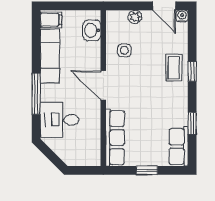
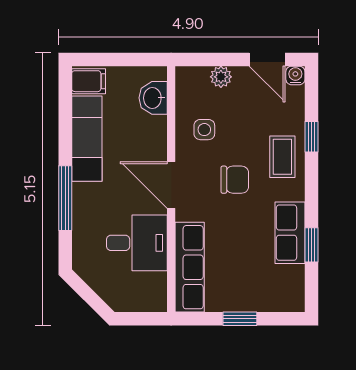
window: (192, 71) -> (311, 137), moved
chair: (144, 82) -> (235, 180), added
desk: (60, 120) -> (137, 243), moved, turned 180
row of seats: (179, 147) -> (290, 233), moved

